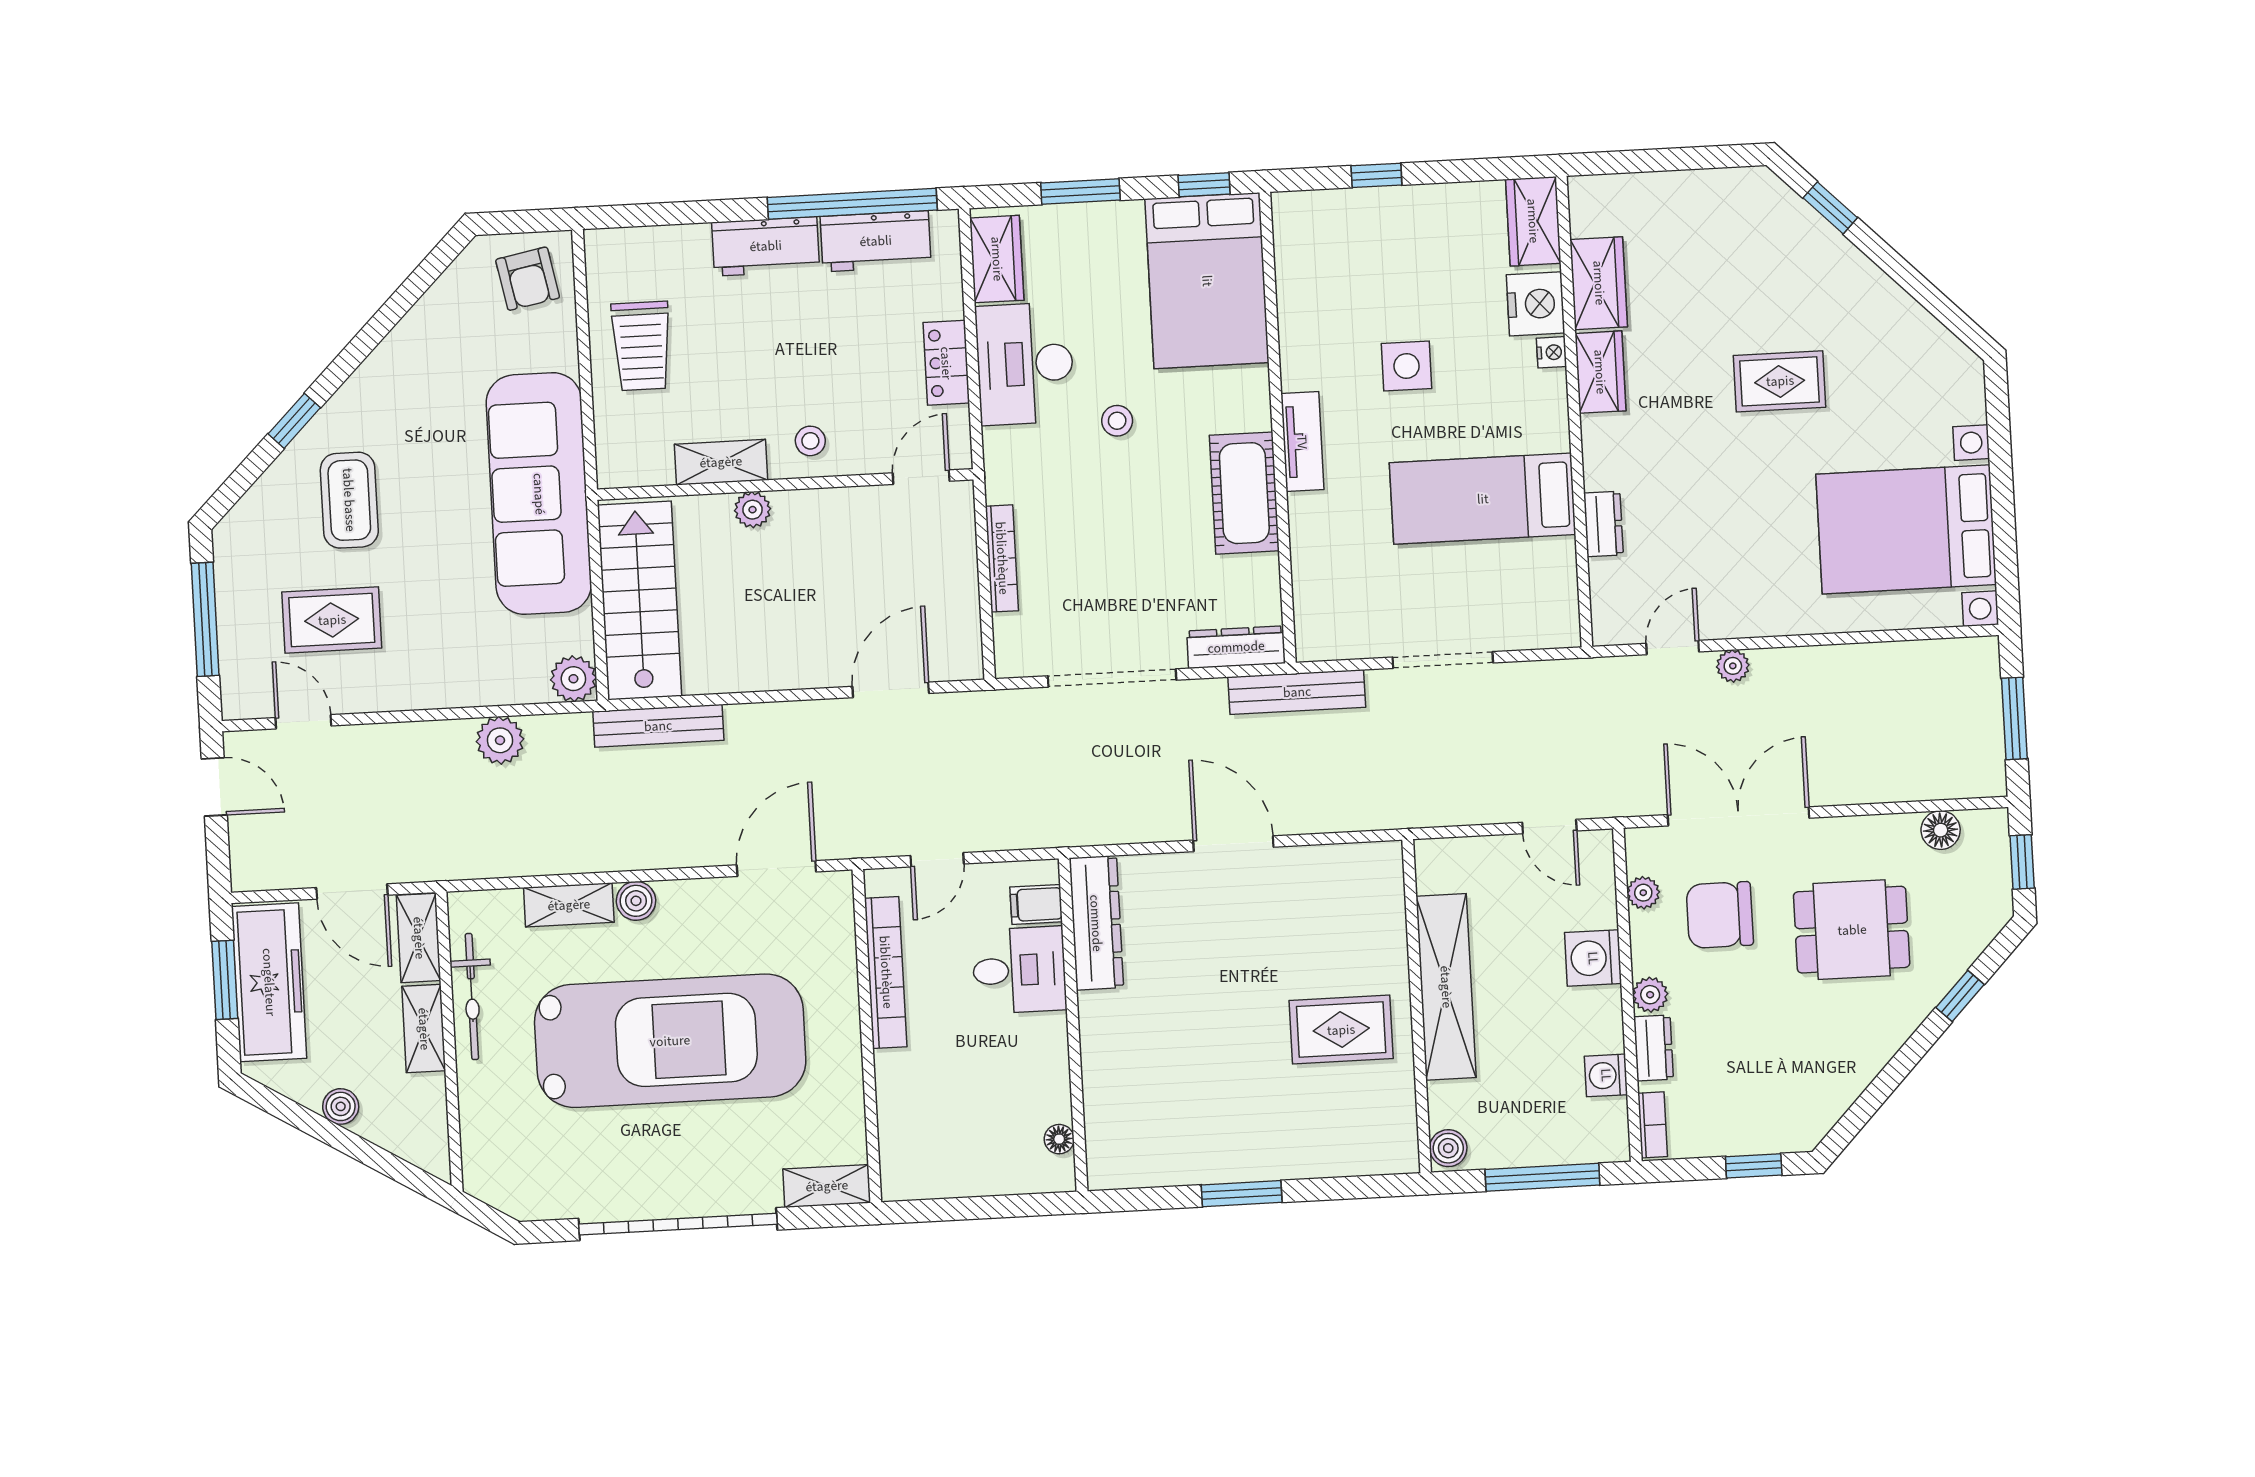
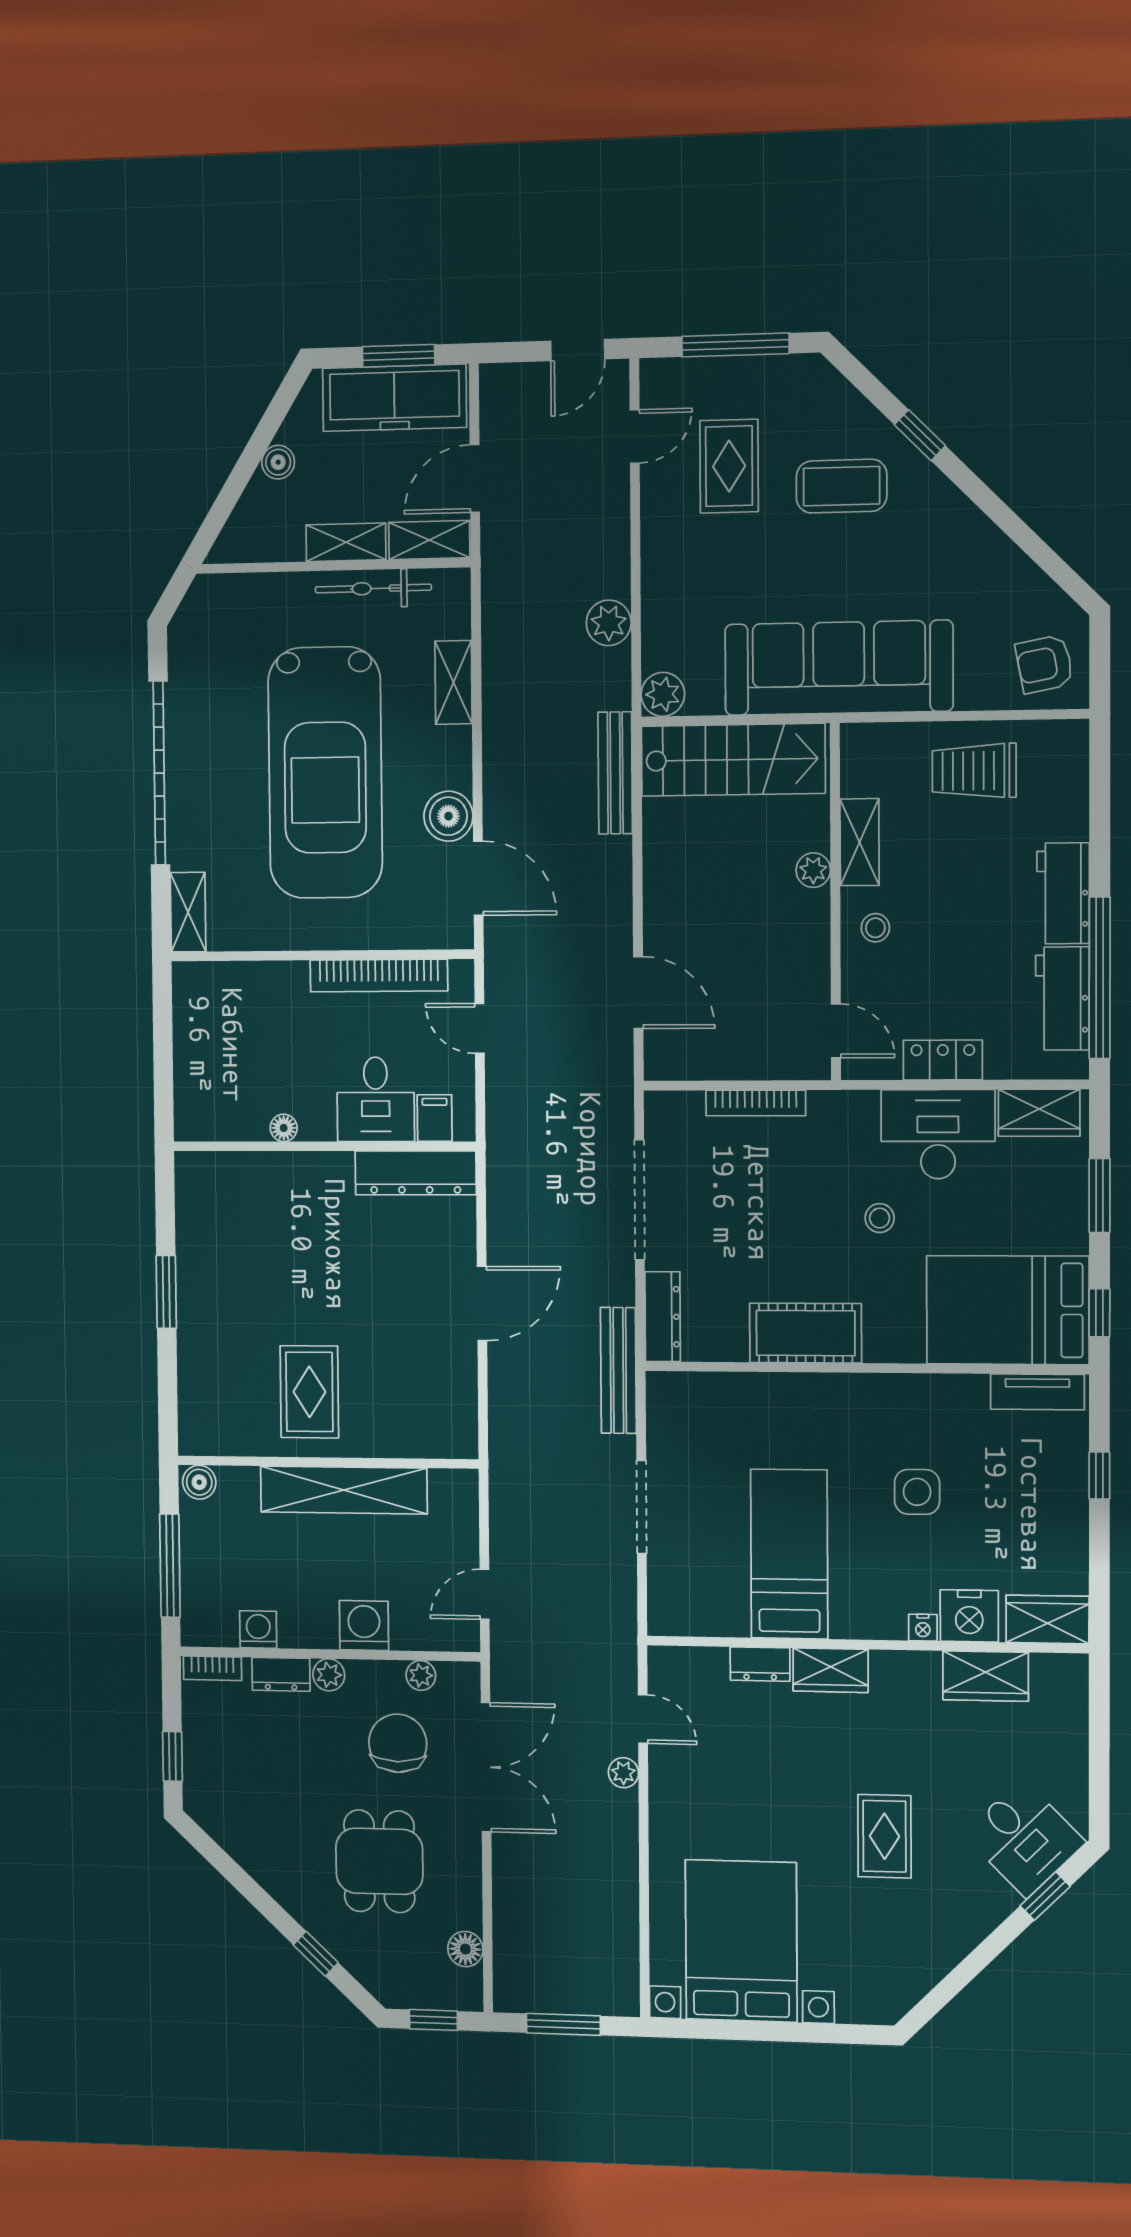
desk: (1770, 233) -> (1024, 1838), added
wardrobe: (1600, 372) -> (831, 1670), moved
tv unit: (1302, 442) -> (1037, 1392), moved
boiler: (636, 901) -> (448, 816), moved, width x1.36, depth x1.36
floor lamp: (1059, 1139) -> (284, 1128), moved

